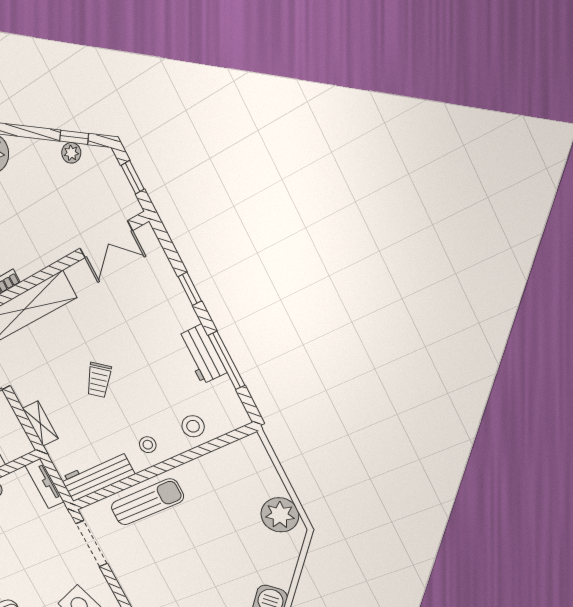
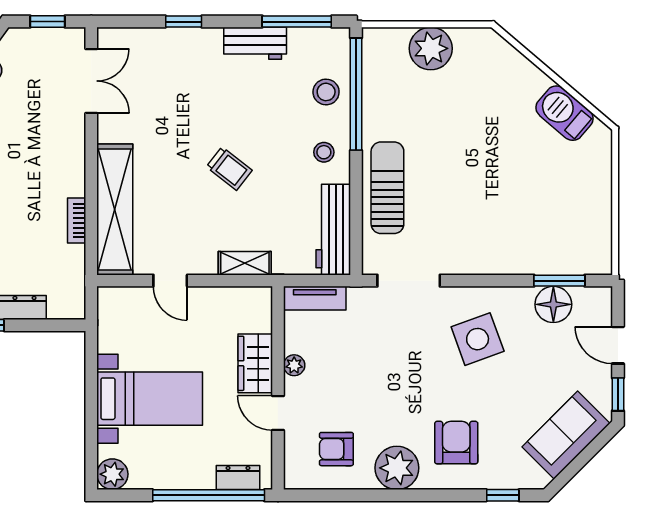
window: (226, 360) -> (297, 22), moved
window: (203, 450) -> (356, 94), added
plant: (280, 515) -> (431, 48), moved

